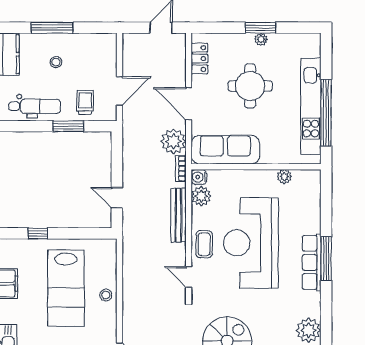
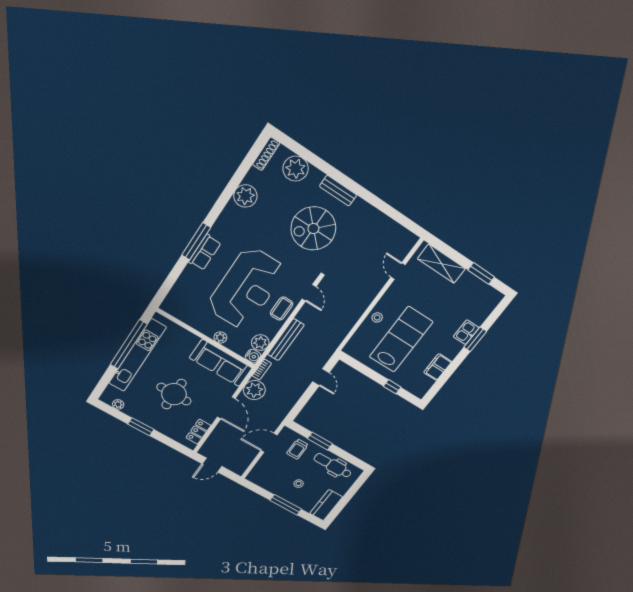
plant: (261, 39) -> (118, 404), moved
plant: (284, 177) -> (220, 338), moved
row of seats: (312, 262) -> (205, 252), width x0.68

